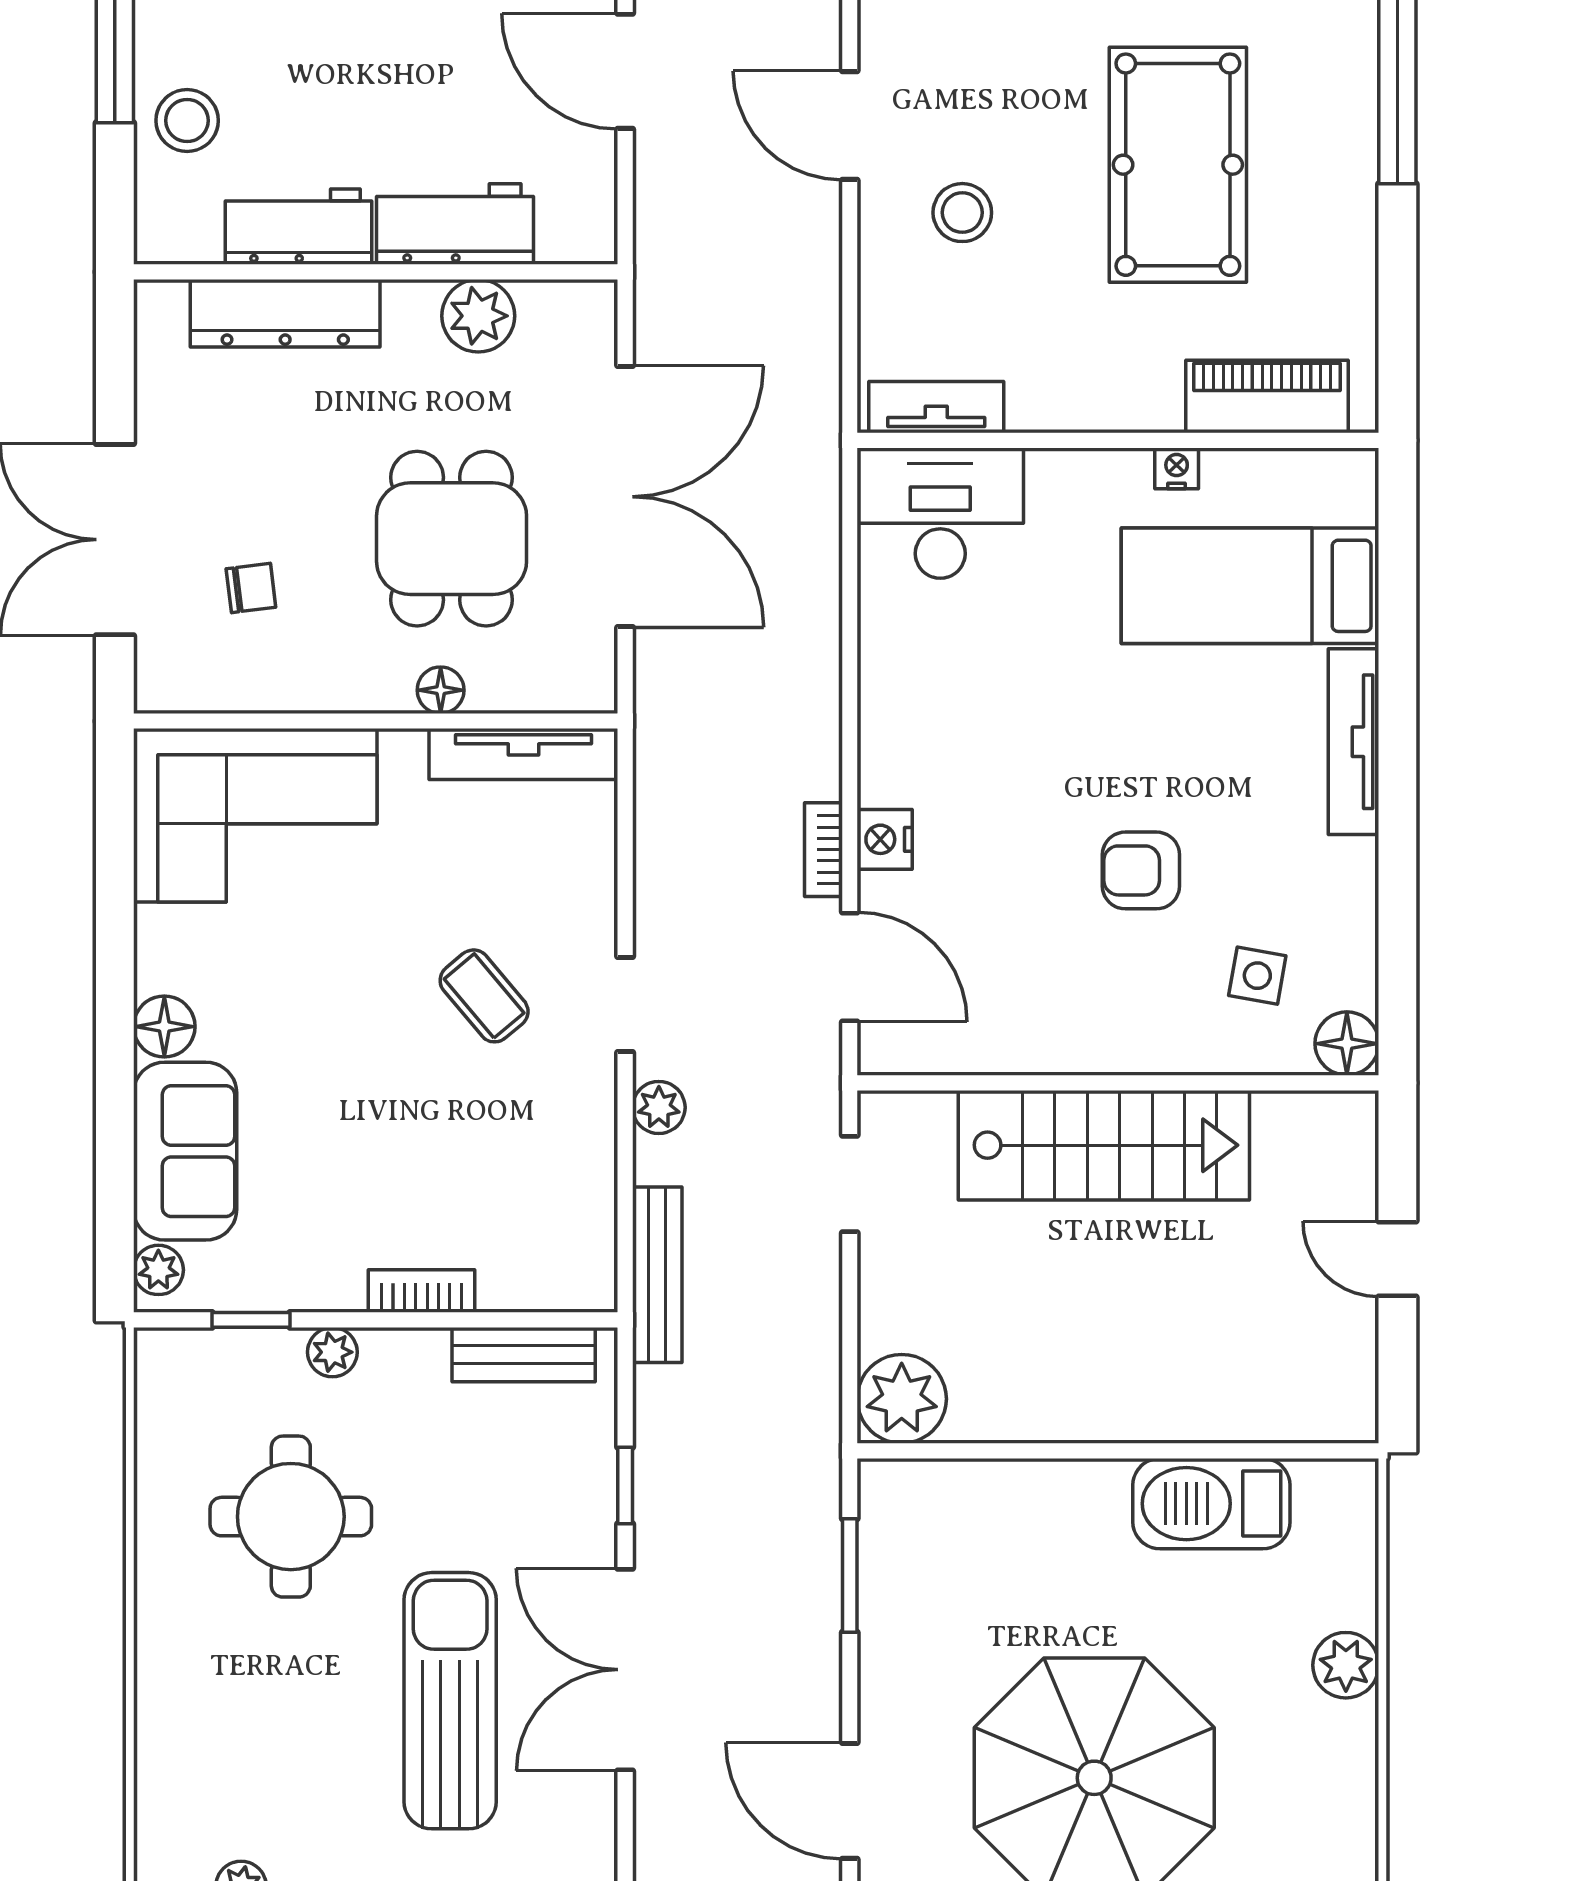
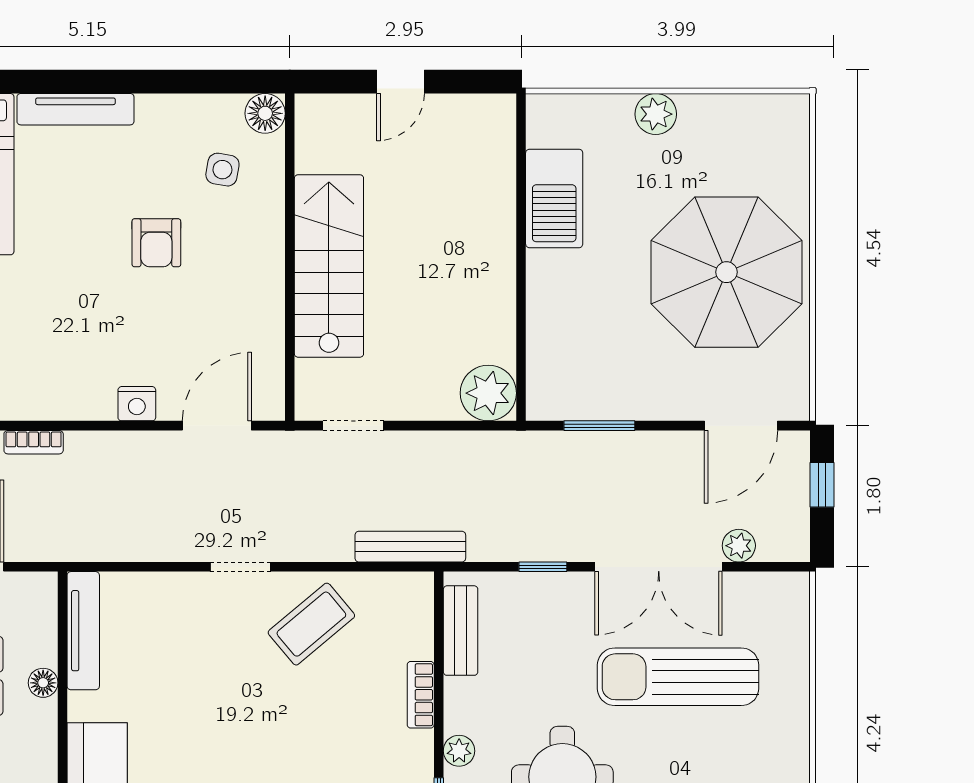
bookcase: (823, 850) -> (34, 442), moved
coffee table: (484, 996) -> (311, 624), moved, width x1.36, depth x1.30
plant: (659, 1107) -> (739, 546), moved

